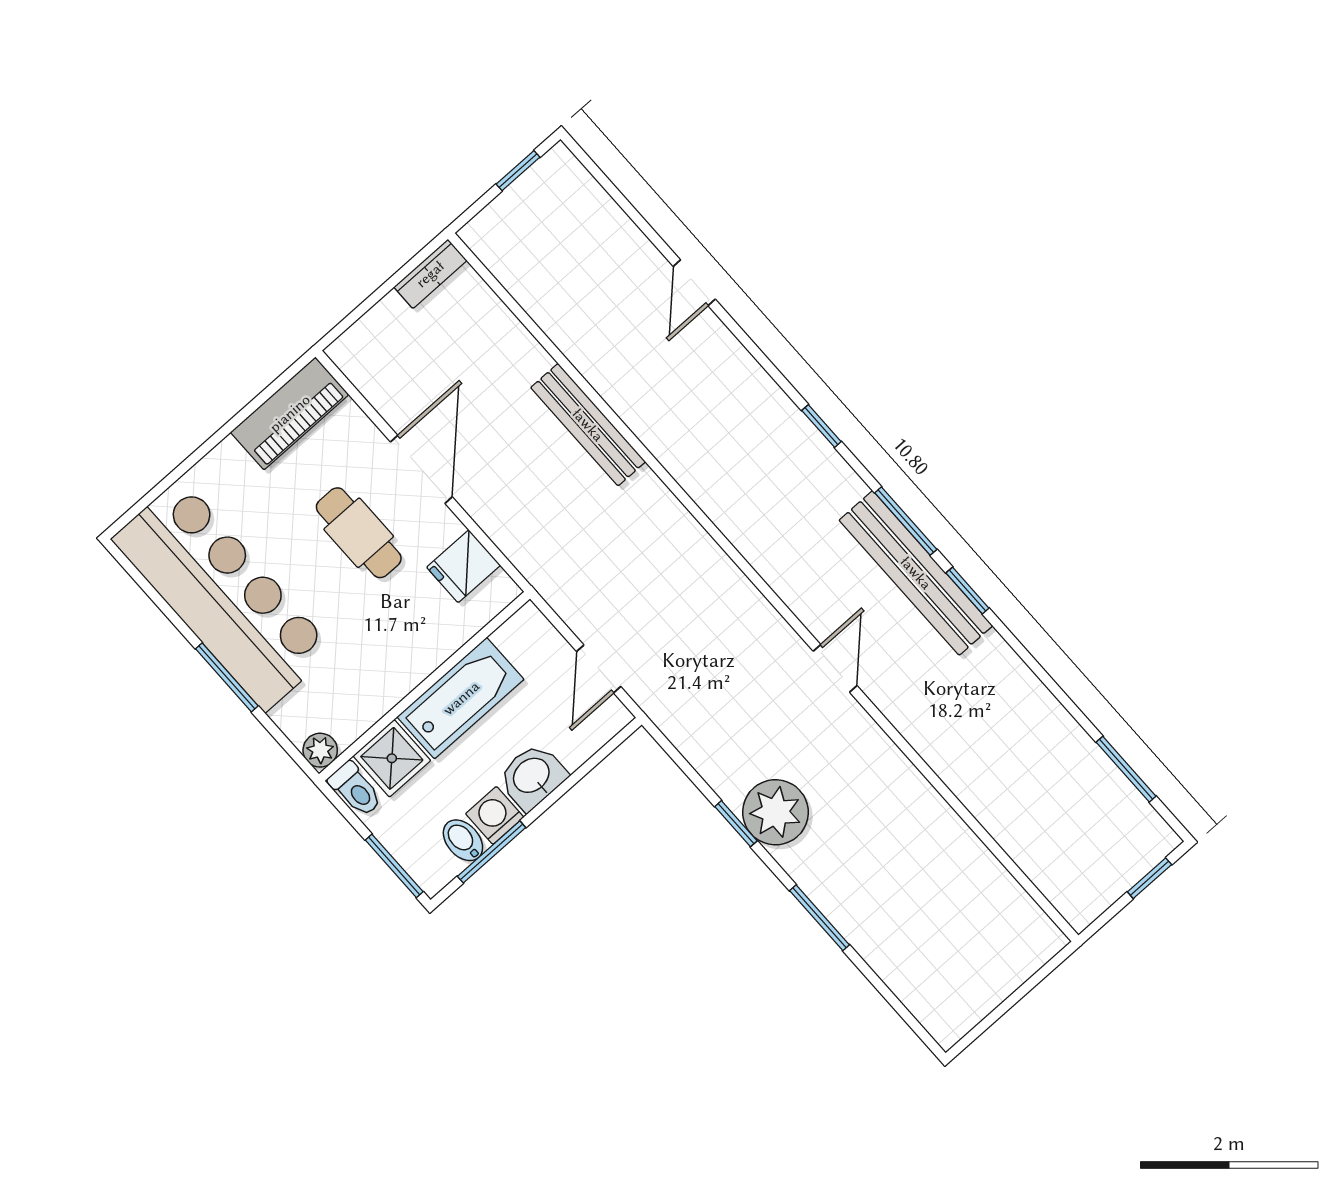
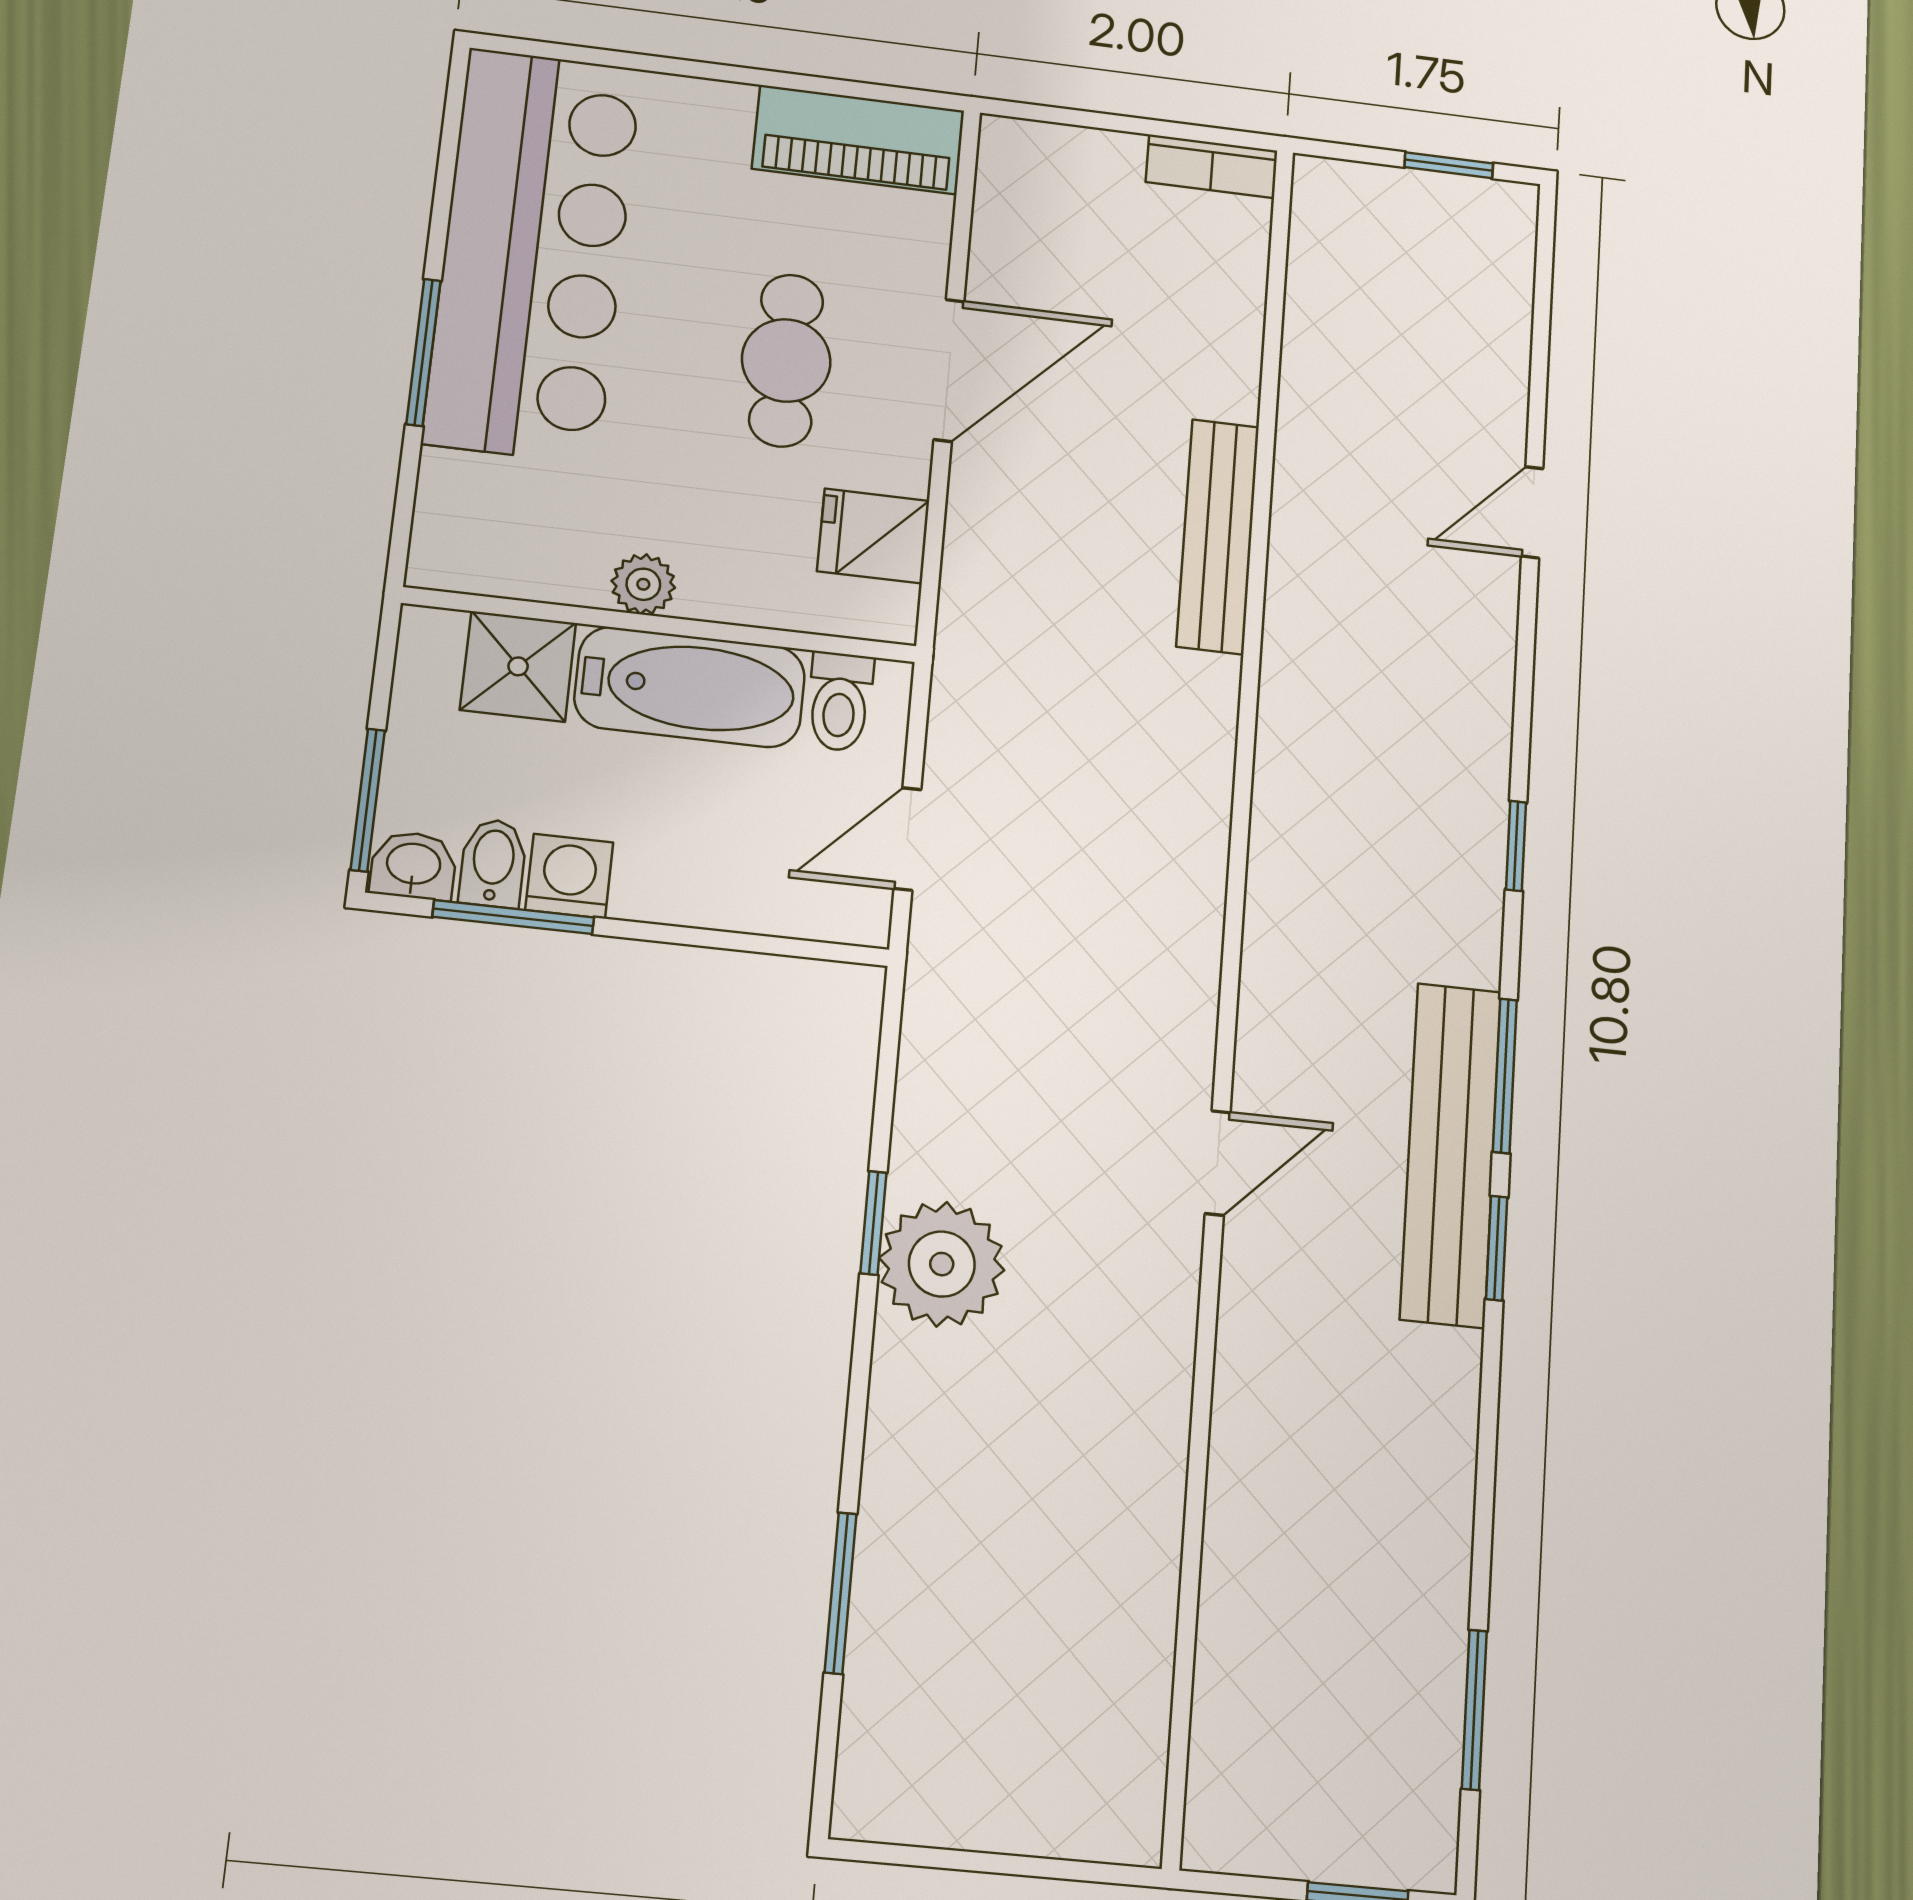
plant: (320, 750) -> (643, 584), moved
washbasin: (532, 776) -> (413, 866), moved, width x0.72, depth x0.69
toilet: (356, 789) -> (840, 702), moved
window: (820, 918) -> (841, 1593), moved

